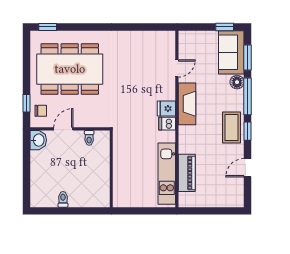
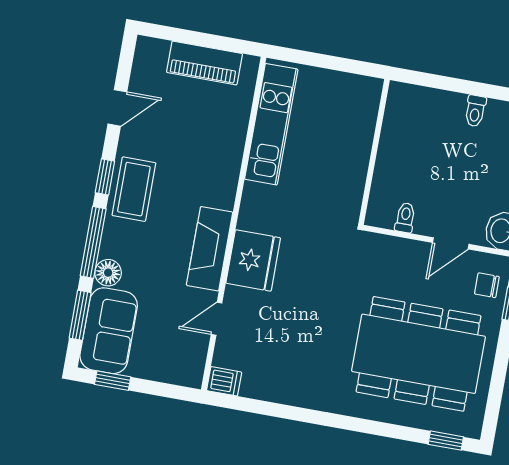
fridge: (166, 109) -> (253, 260), width x1.88, depth x1.34
dishwasher: (167, 124) -> (224, 381), moved
piano: (187, 173) -> (204, 63), moved, turned -90

